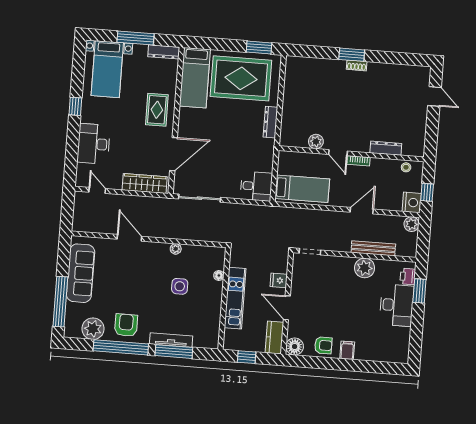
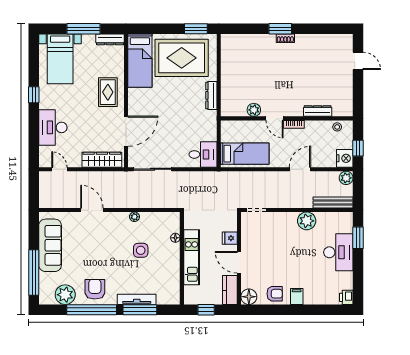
bench: (373, 248) -> (333, 202), moved
printer: (408, 276) -> (346, 297), moved

